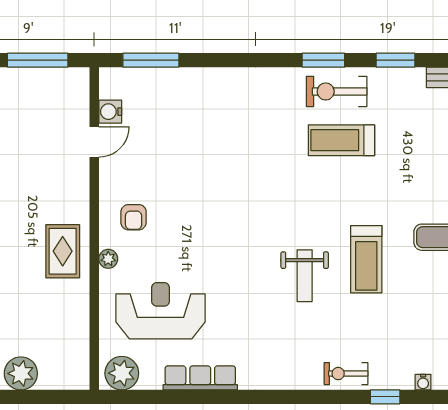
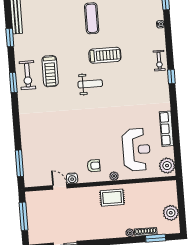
window: (395, 60) -> (10, 37), moved
water cooler: (110, 112) -> (72, 178), moved
weight bench: (305, 276) -> (90, 84), moved
reception desk: (161, 311) -> (136, 150), turned 180
window: (385, 397) -> (171, 77), moved

